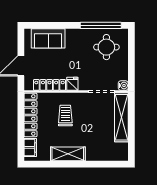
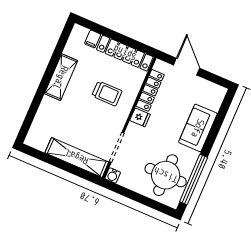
sofa: (48, 38) -> (198, 128), moved
round table: (106, 47) -> (166, 175), width x1.36, depth x1.36
filing cabinet: (30, 147) -> (93, 39), width x0.50

